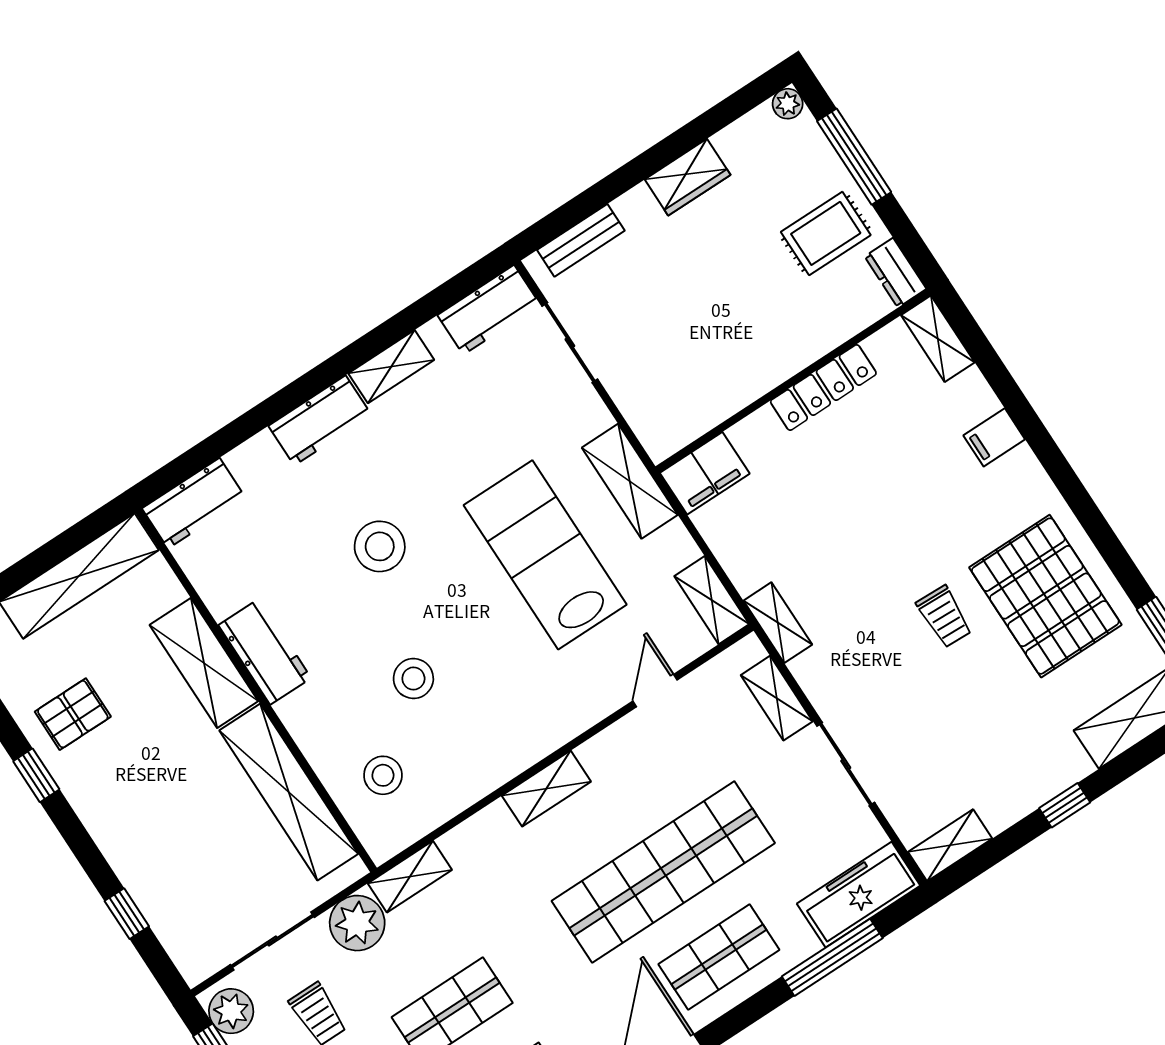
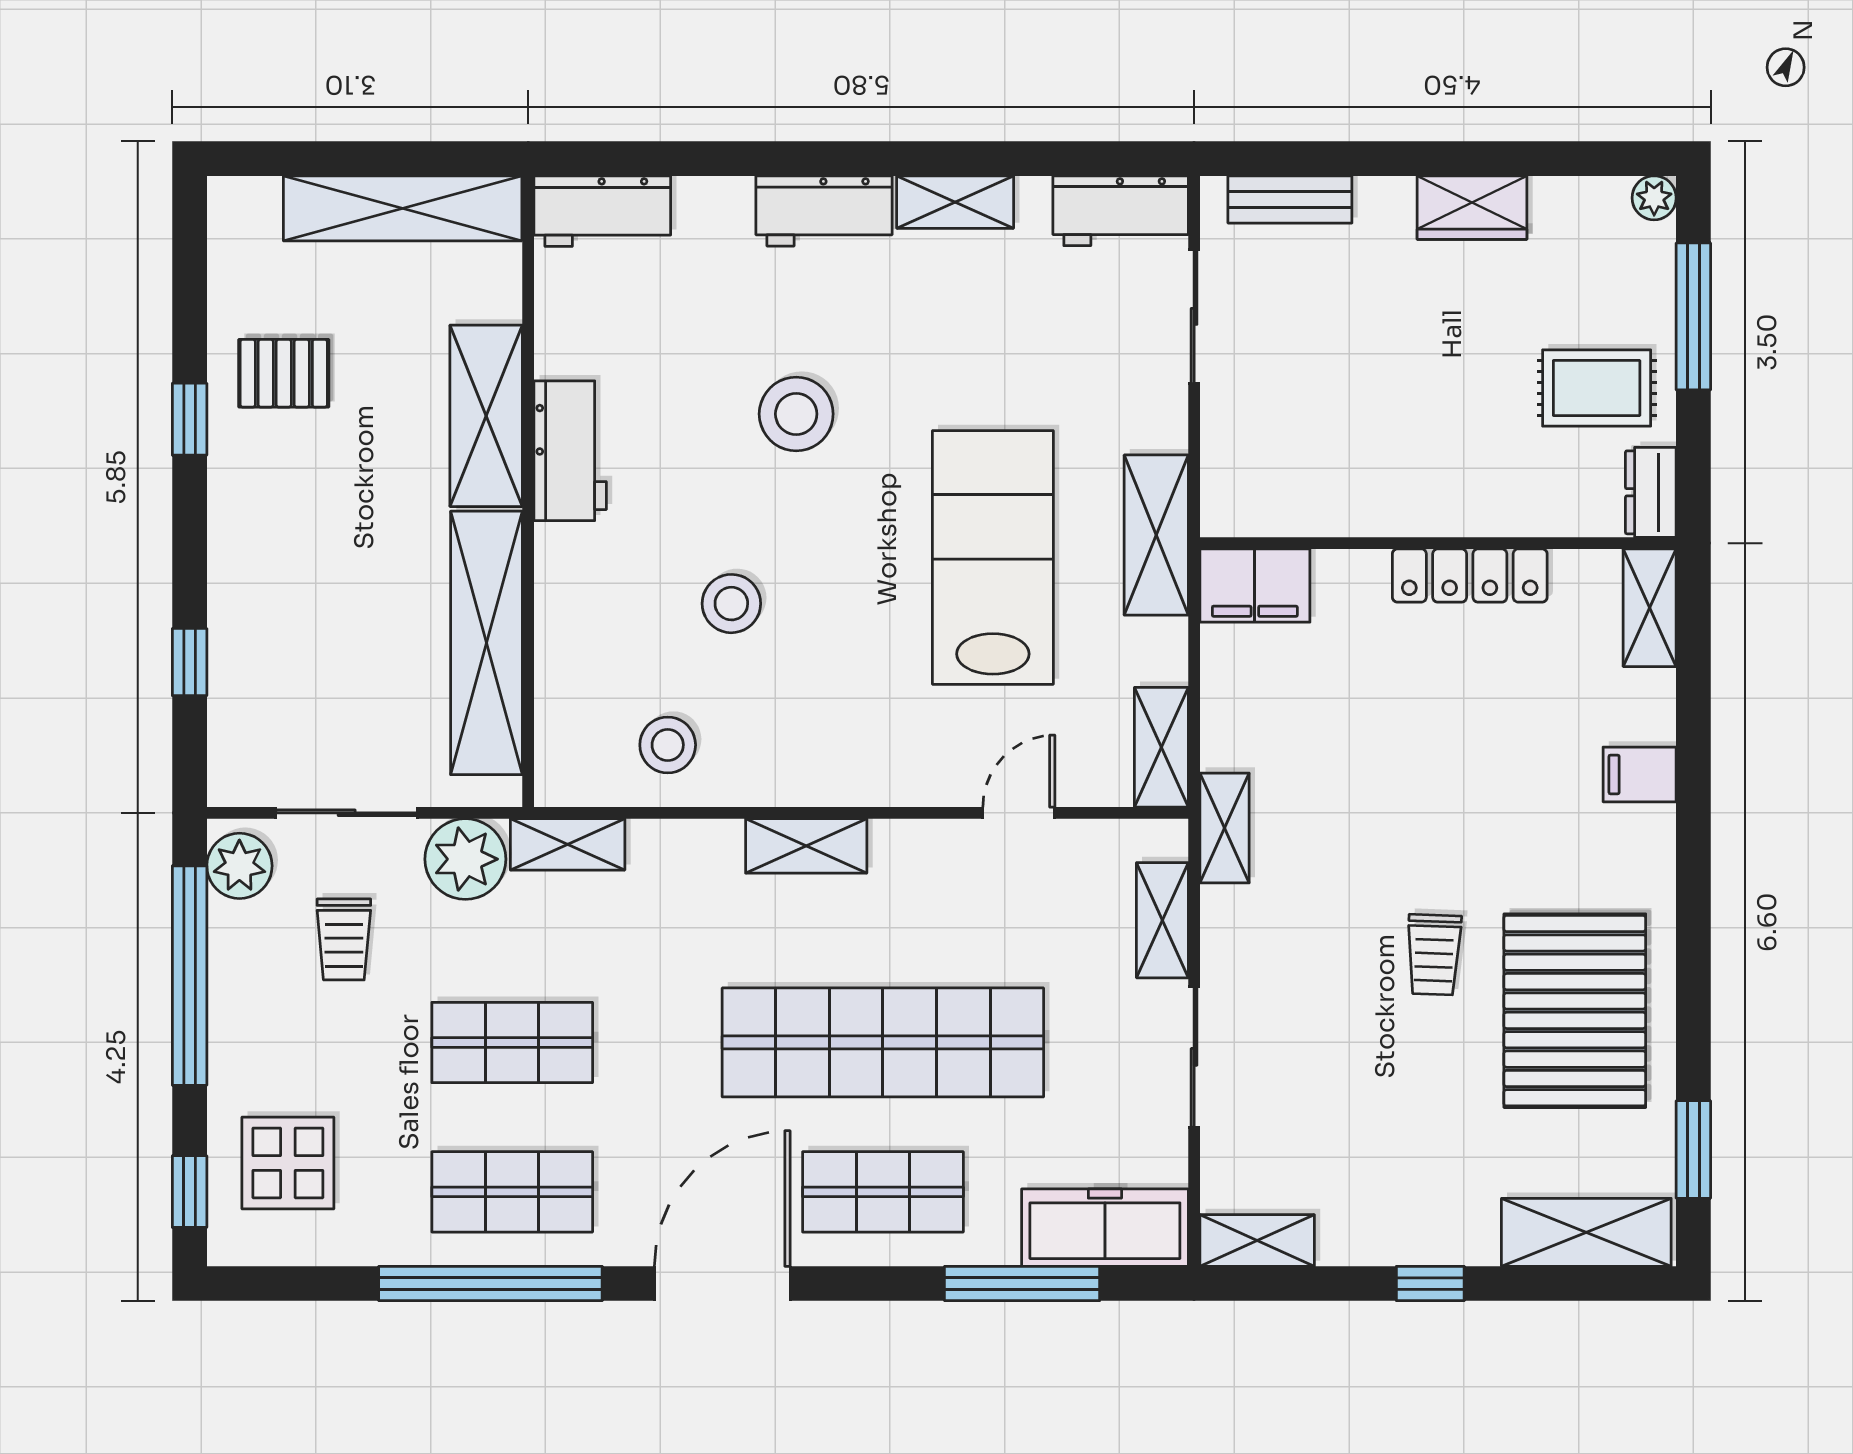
stool: (383, 775) -> (668, 745), moved

